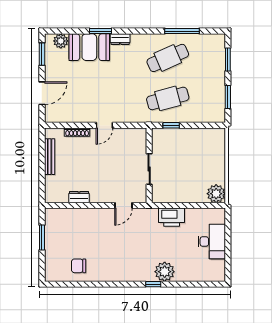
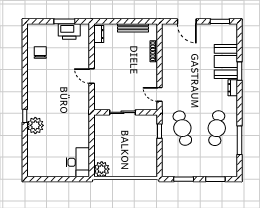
plant: (61, 41) -> (231, 37), removed
cafe table: (168, 58) -> (217, 128), turned 33
door: (104, 125) -> (160, 94), moved
dresser: (79, 197) -> (99, 34), moved
door: (124, 205) -> (92, 76), moved
printer: (172, 217) -> (69, 31), moved, turned -90
desk: (212, 242) -> (78, 162), moved, turned -90

